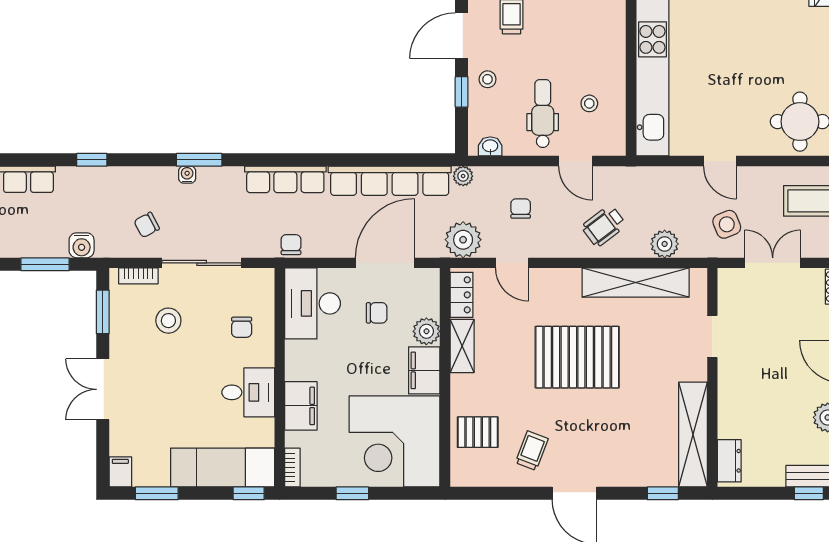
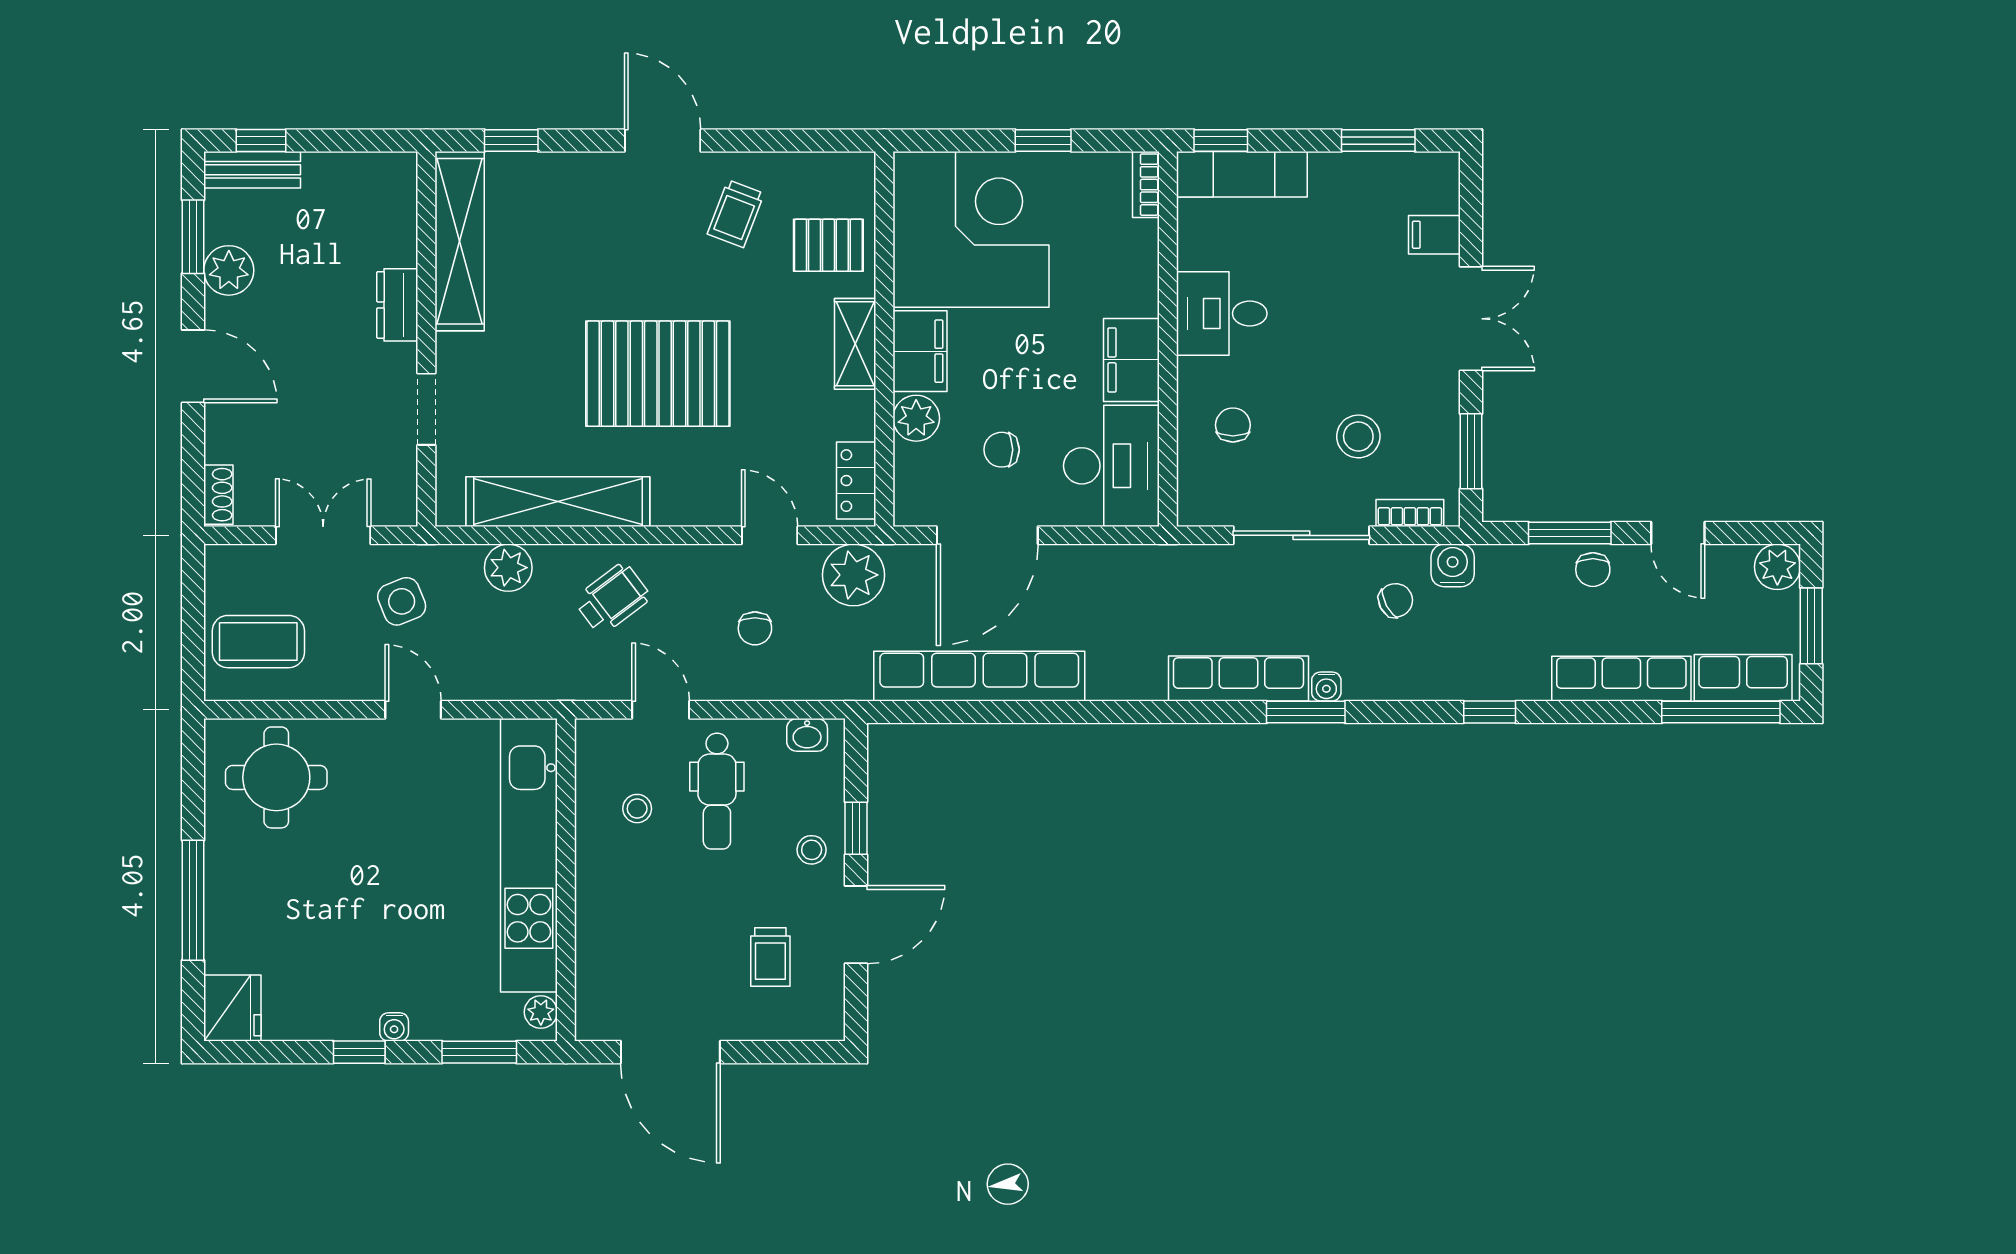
plant: (463, 176) -> (853, 684), removed
row of seats: (285, 179) -> (1238, 678), moved
water cooler: (82, 245) -> (1453, 565), moved
chair: (291, 245) -> (1593, 570), moved
double door: (773, 263) -> (323, 535), swing flipped
shelving: (462, 346) -> (855, 344), moved
filing cabinet: (301, 406) -> (1131, 360), moved
dresser: (729, 461) -> (397, 305), moved
exam couch: (223, 467) -> (1242, 174), width x0.73, depth x0.69
filing cabinet: (120, 472) -> (1434, 235), moved, turned 90

